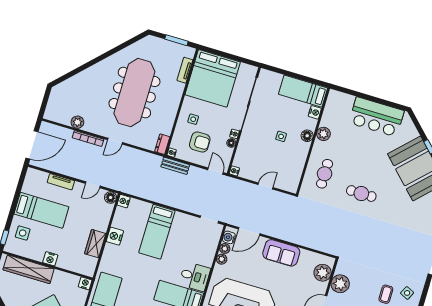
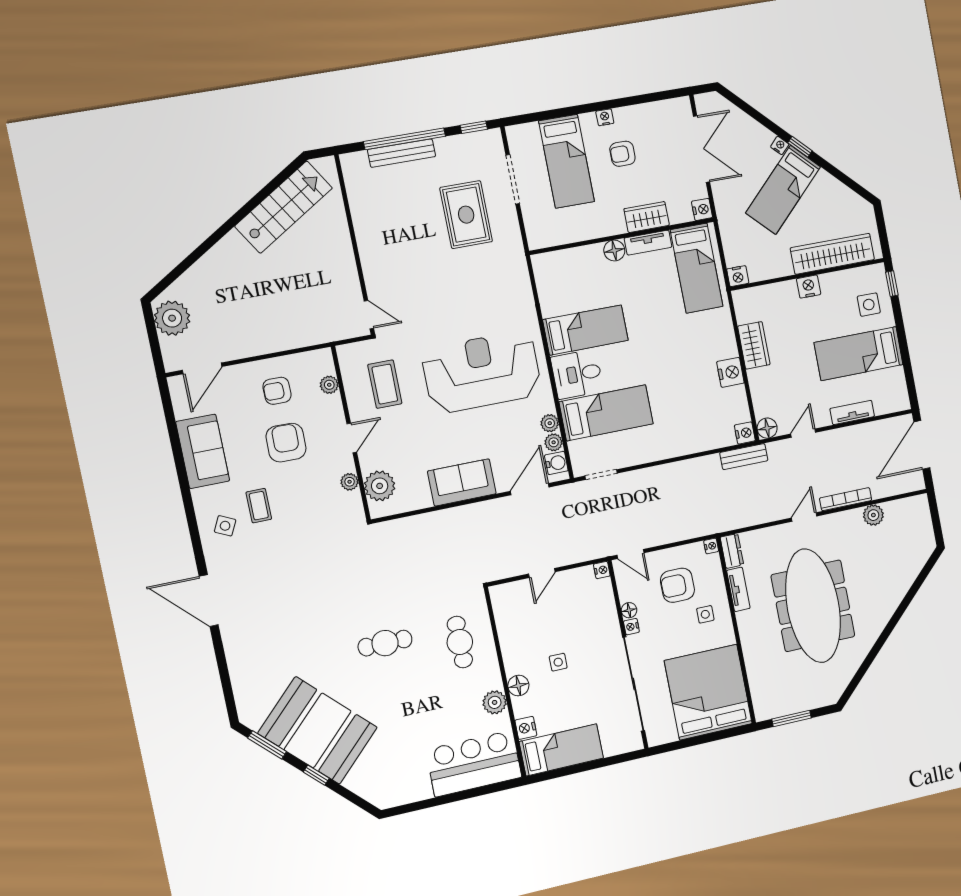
tv unit: (185, 70) -> (738, 589), moved
bar counter: (377, 117) -> (474, 763), moved
bench: (175, 166) -> (744, 457), moved
bed: (157, 232) -> (606, 413), moved, turned 90
plant: (340, 284) -> (350, 482), width x0.53, depth x0.53

